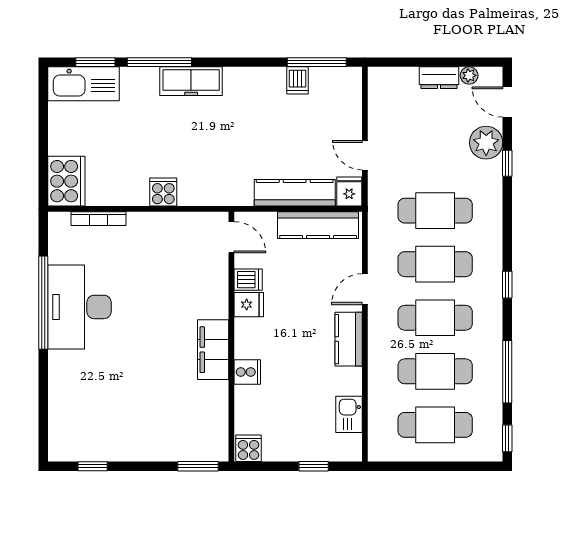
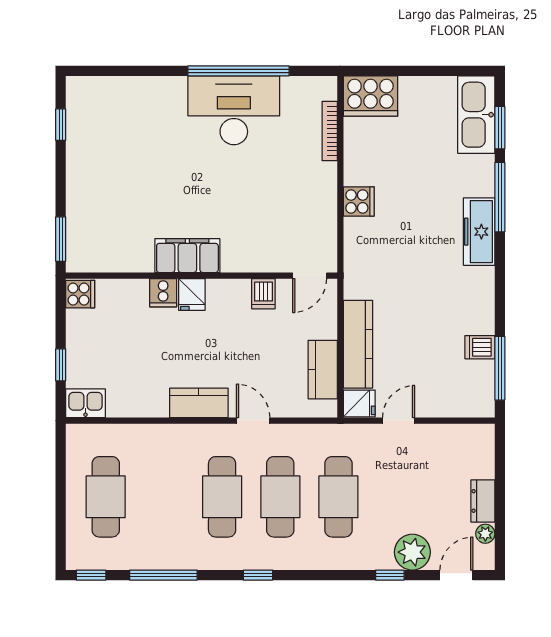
kitchen counter: (318, 225) -> (323, 370), width x0.67
fridge: (249, 305) -> (192, 294), moved
cafe table: (435, 371) -> (164, 497), removed
kitchen sink: (349, 414) -> (86, 403), moved

